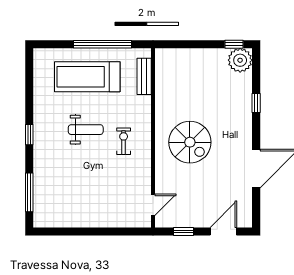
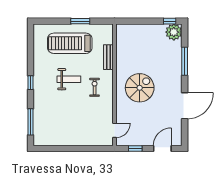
window: (103, 44) -> (80, 21), width x0.47
bench: (144, 76) -> (108, 57), moved
window: (256, 103) -> (185, 61), width x2.17
spiral stairs: (190, 142) -> (140, 88), turned -90

